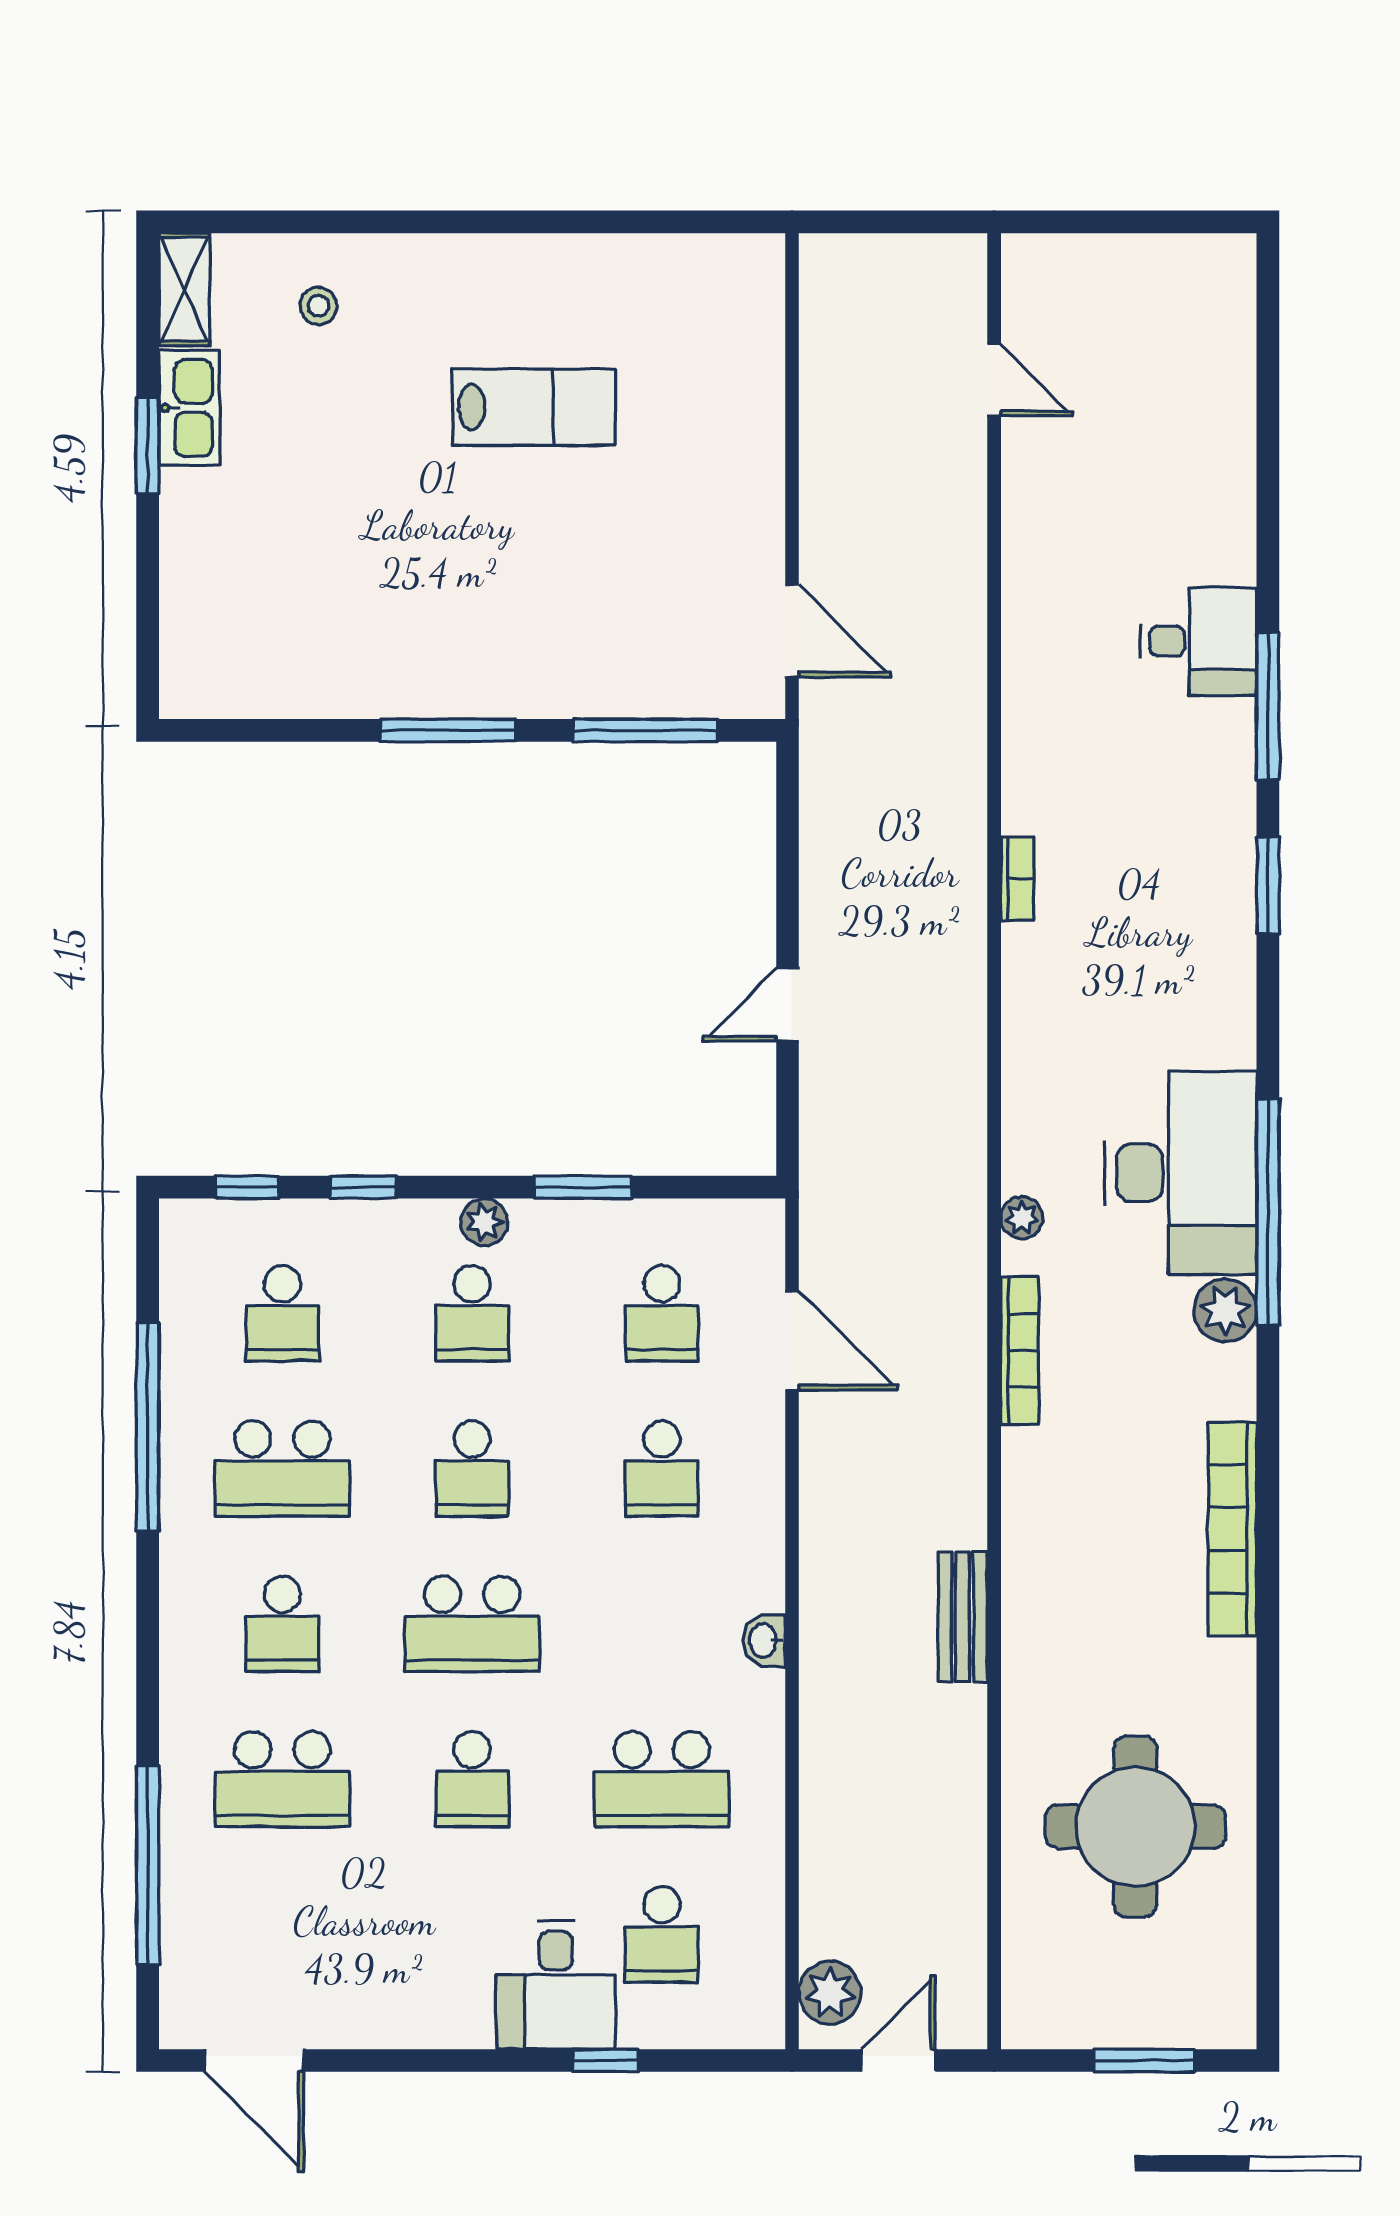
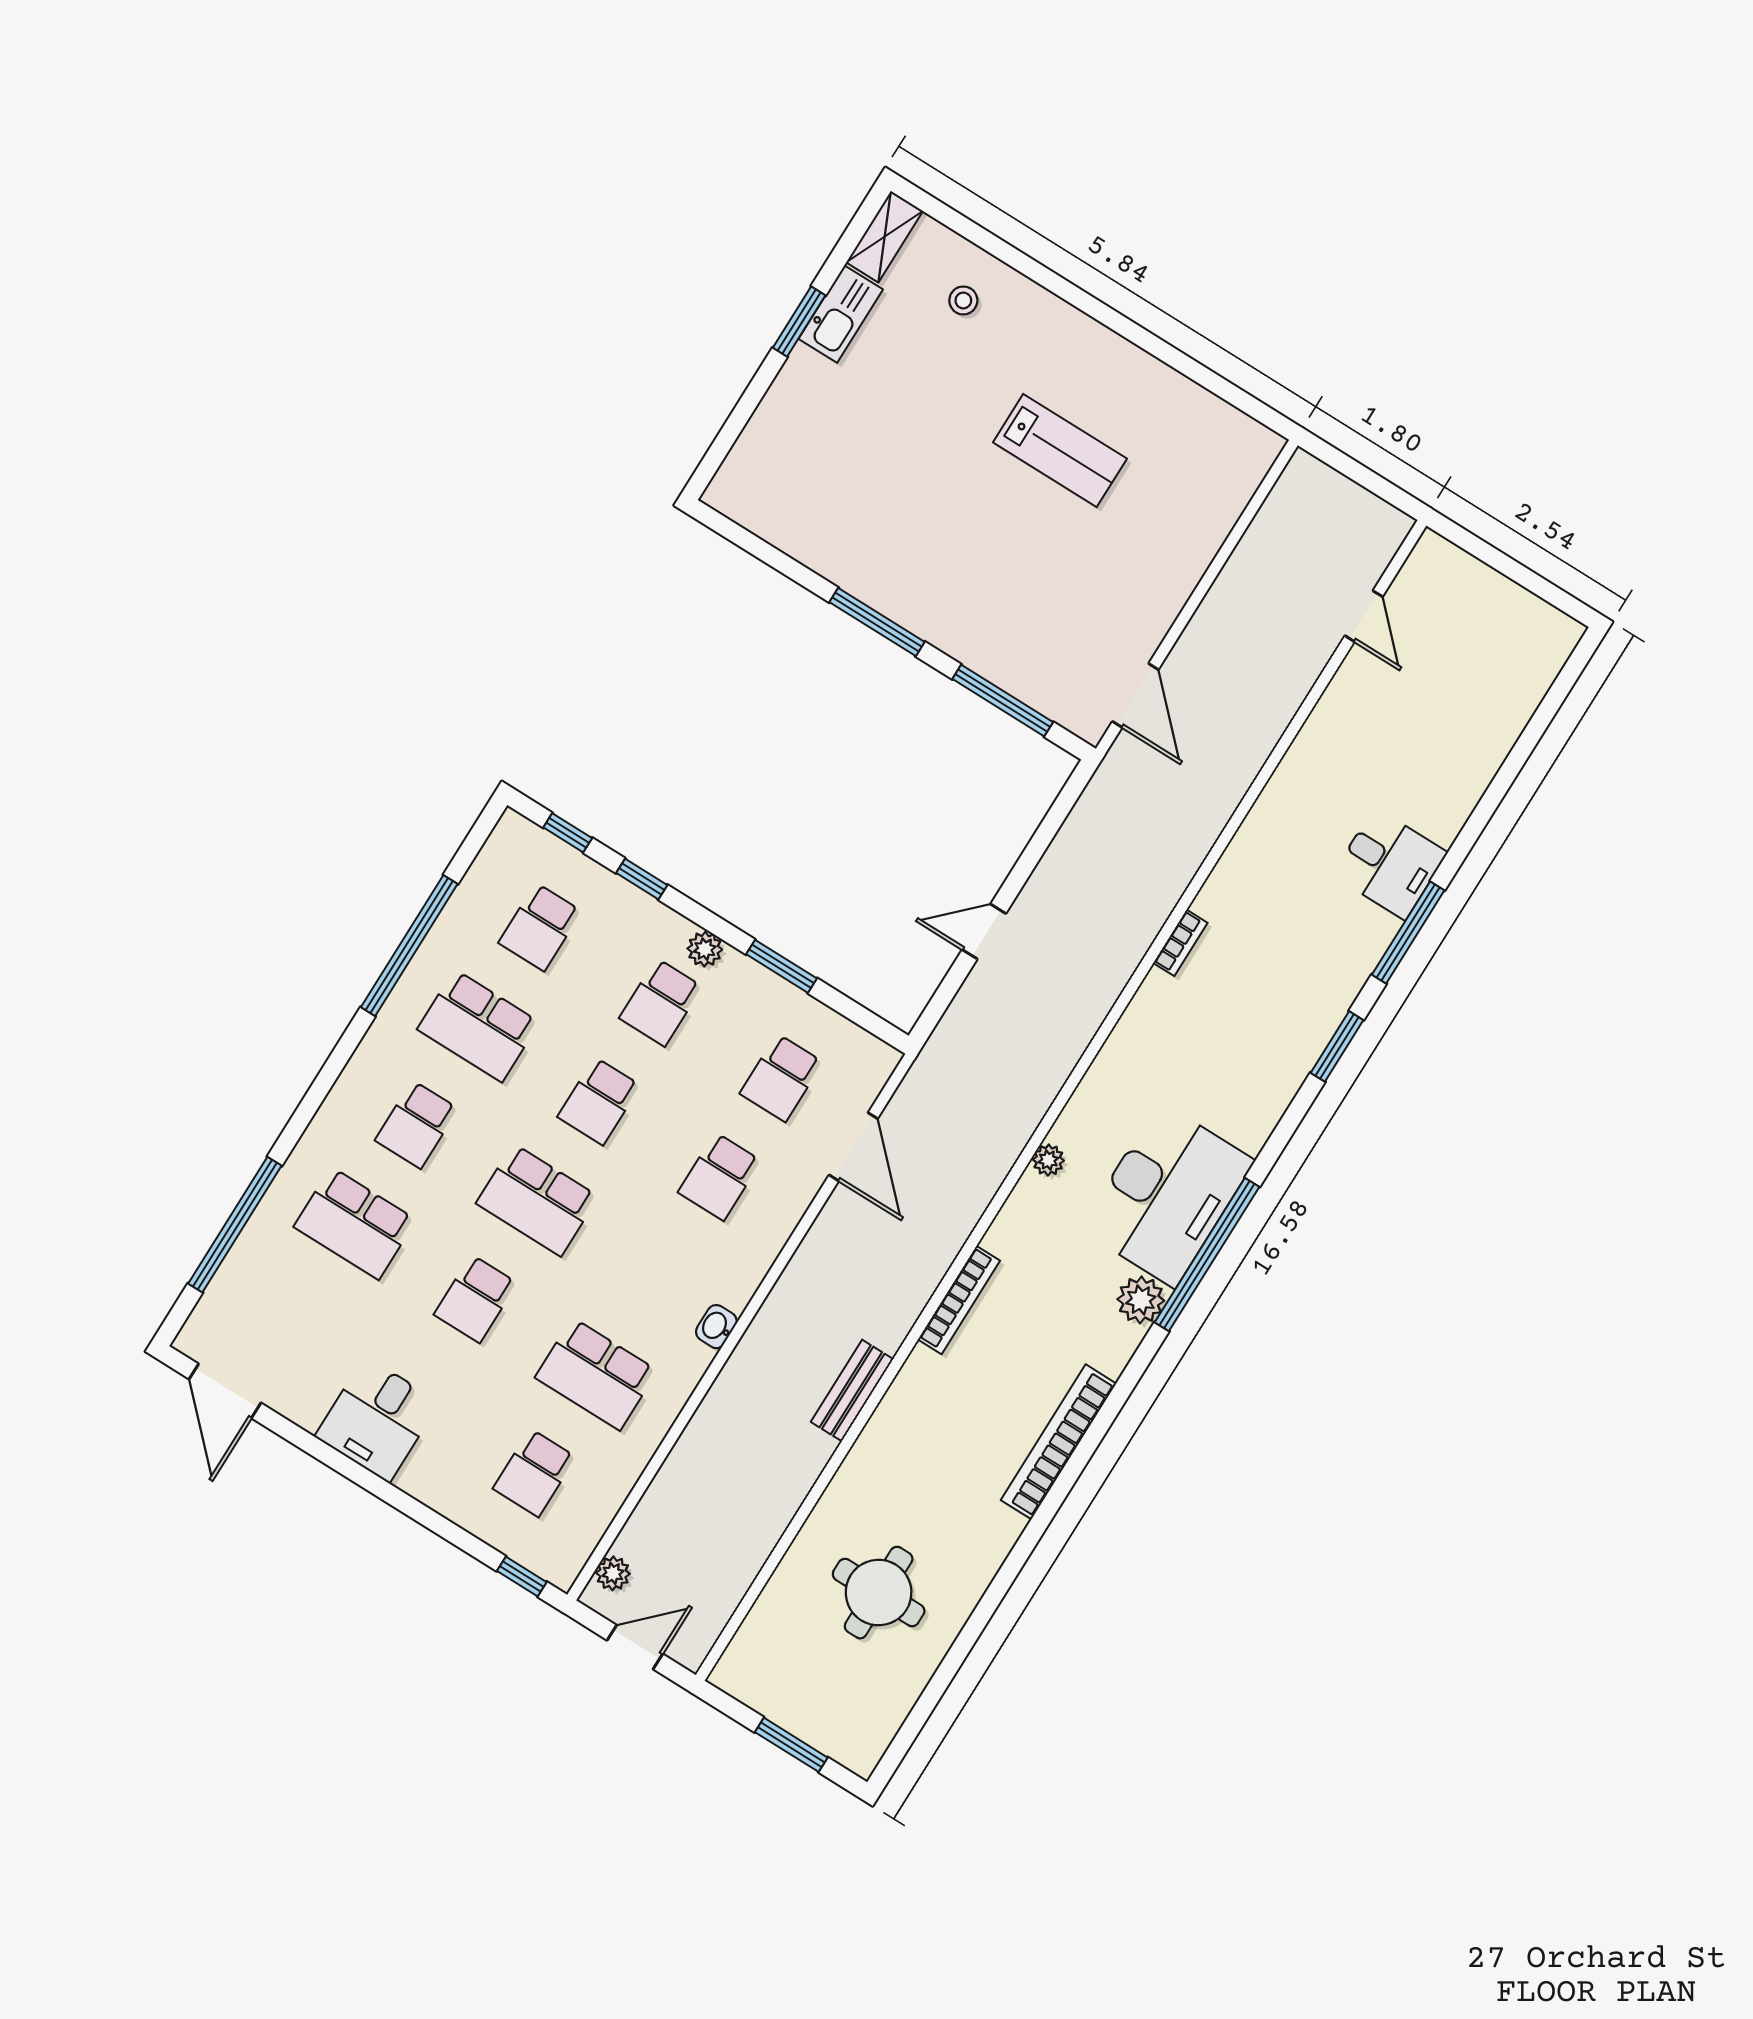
bookcase: (1020, 1351) -> (959, 1300), moved
round table: (1135, 1827) -> (879, 1593), width x0.73, depth x0.73
desk: (556, 1985) -> (377, 1419), moved
plant: (830, 1993) -> (613, 1573), width x0.73, depth x0.73
window: (605, 2060) -> (522, 1576), moved

